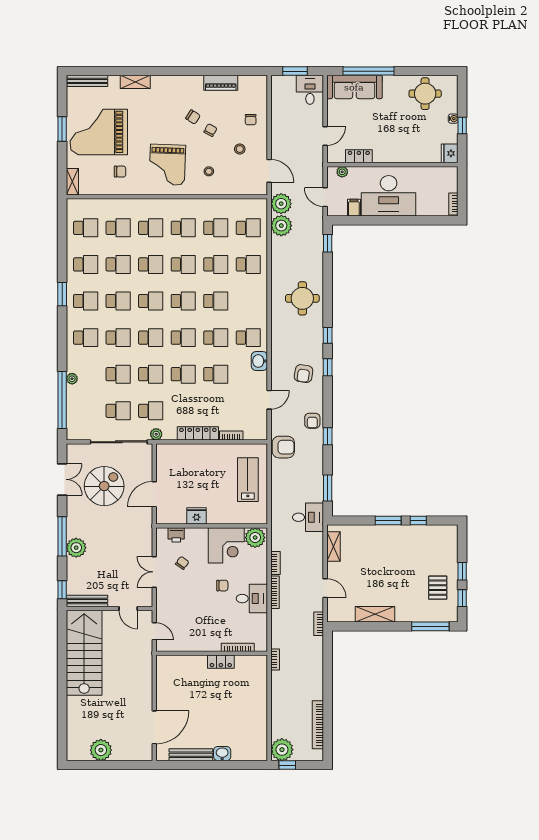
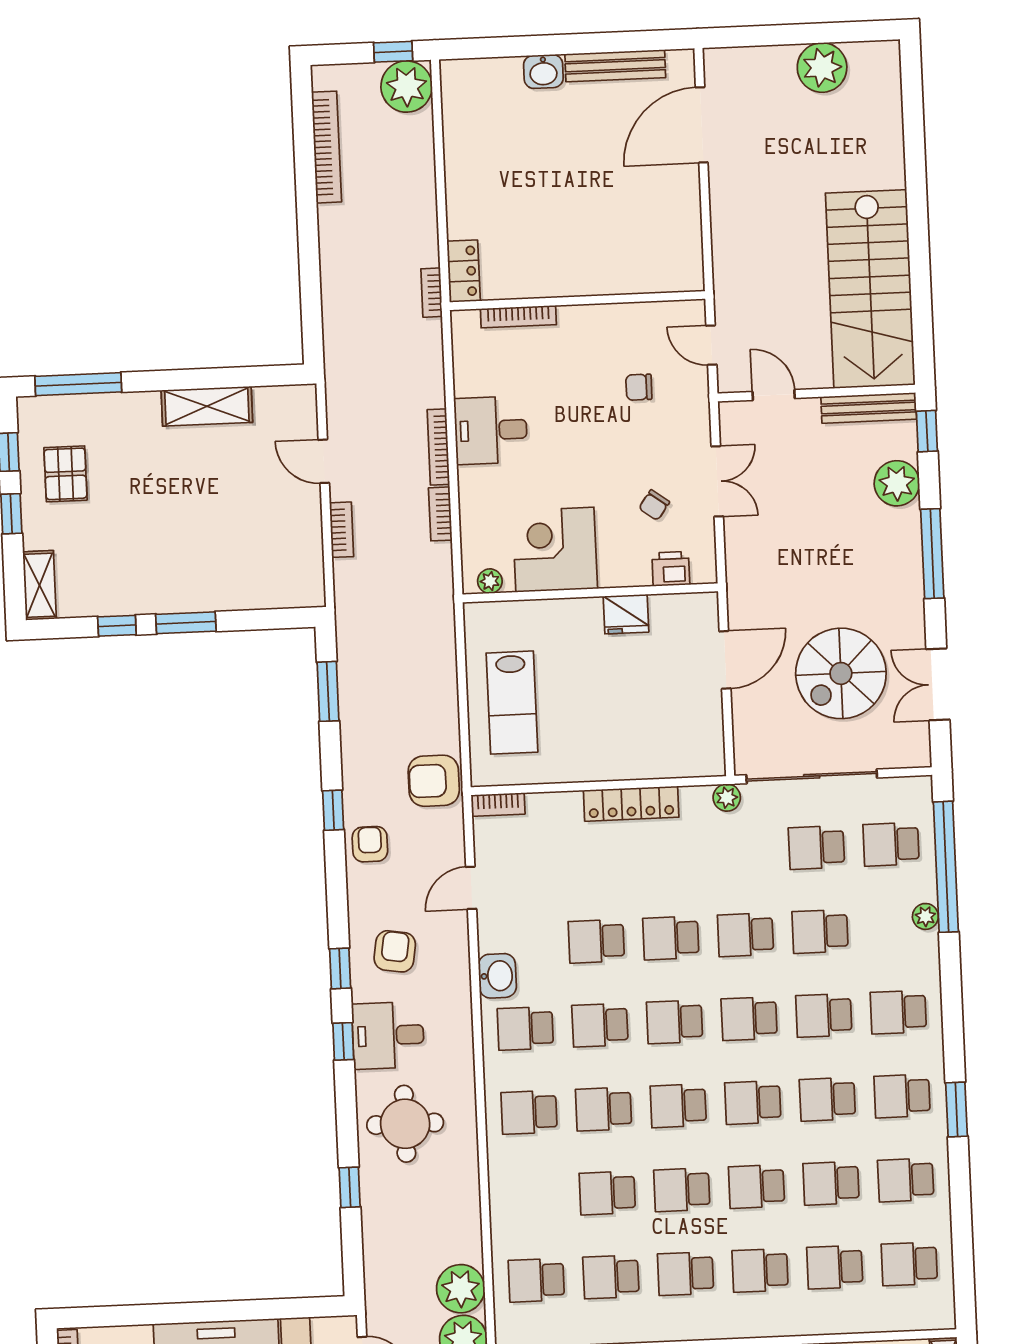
window: (328, 243) -> (350, 1187), moved
school desk: (248, 264) -> (529, 1112), moved
school desk: (151, 411) -> (891, 844), moved
bookcase: (231, 436) -> (498, 805), moved
desk: (308, 517) -> (388, 1035), moved
plant: (255, 538) -> (490, 581), width x0.53, depth x0.53
shelving: (334, 546) -> (39, 585), moved
plant: (76, 548) -> (897, 483), moved
chair: (222, 586) -> (639, 387), moved
bookcase: (319, 624) -> (342, 530), moved
locker: (221, 662) -> (464, 271), moved, turned 90

